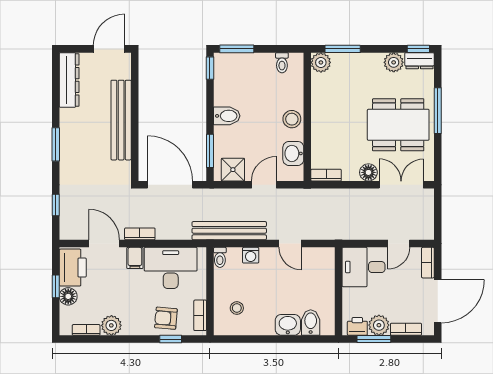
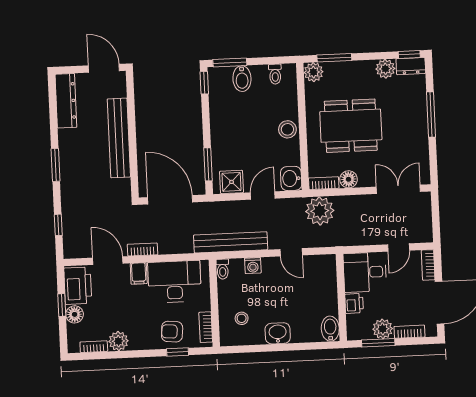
door: (109, 49) -> (104, 68), hinge flipped
bidet: (227, 116) -> (242, 79), moved, turned 90
dining table: (398, 125) -> (351, 126), moved
washbasin: (293, 153) -> (291, 178), moved
floor lamp: (368, 172) -> (349, 179), moved
plant: (321, 203) -> (320, 211), added
bidet: (311, 323) -> (330, 329), moved
washbasin: (288, 325) -> (278, 333), moved
printer: (357, 326) -> (354, 303), moved, turned 90

